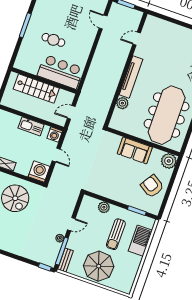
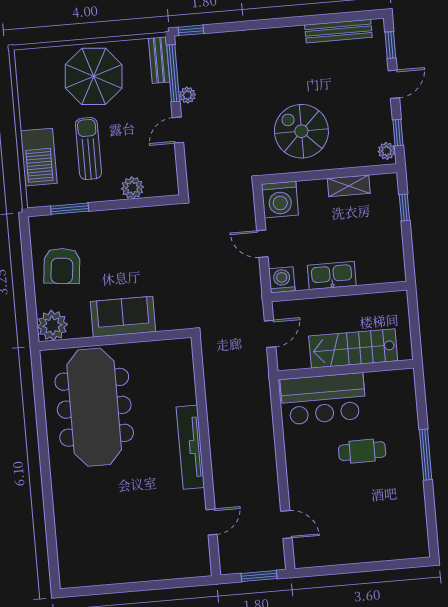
plant: (122, 103) -> (184, 393), removed
armchair: (152, 186) -> (62, 266), turned 63

